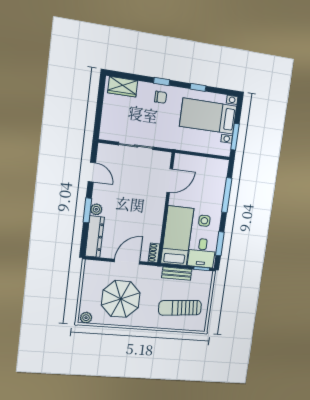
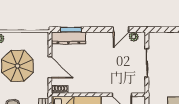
plant: (96, 209) -> (134, 37), moved
window: (87, 210) -> (71, 30), moved

